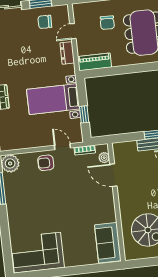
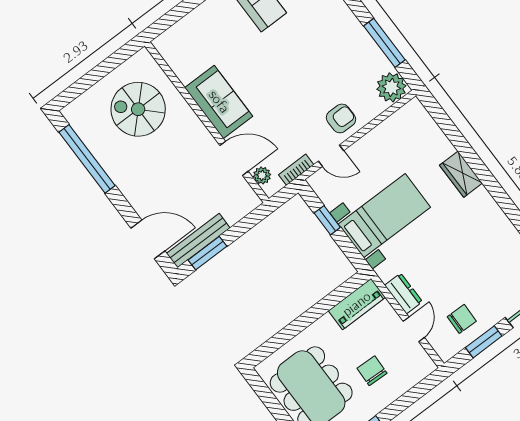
sofa: (108, 243) -> (219, 102), moved

